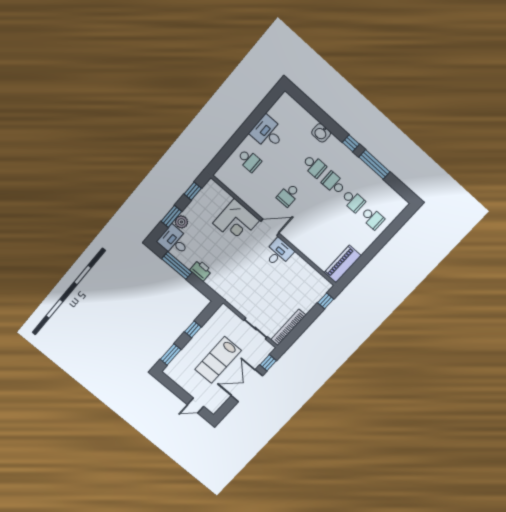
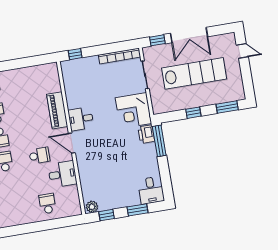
desk: (268, 133) -> (62, 174), moved, turned -90
plant: (181, 222) -> (92, 207), moved
corner desk: (236, 222) -> (133, 111), moved, turned 180
piano: (343, 264) -> (57, 110), moved, turned 90
window: (177, 265) -> (159, 141), moved
printer: (201, 270) -> (146, 134), moved
lab bench: (218, 360) -> (194, 73), width x1.36

